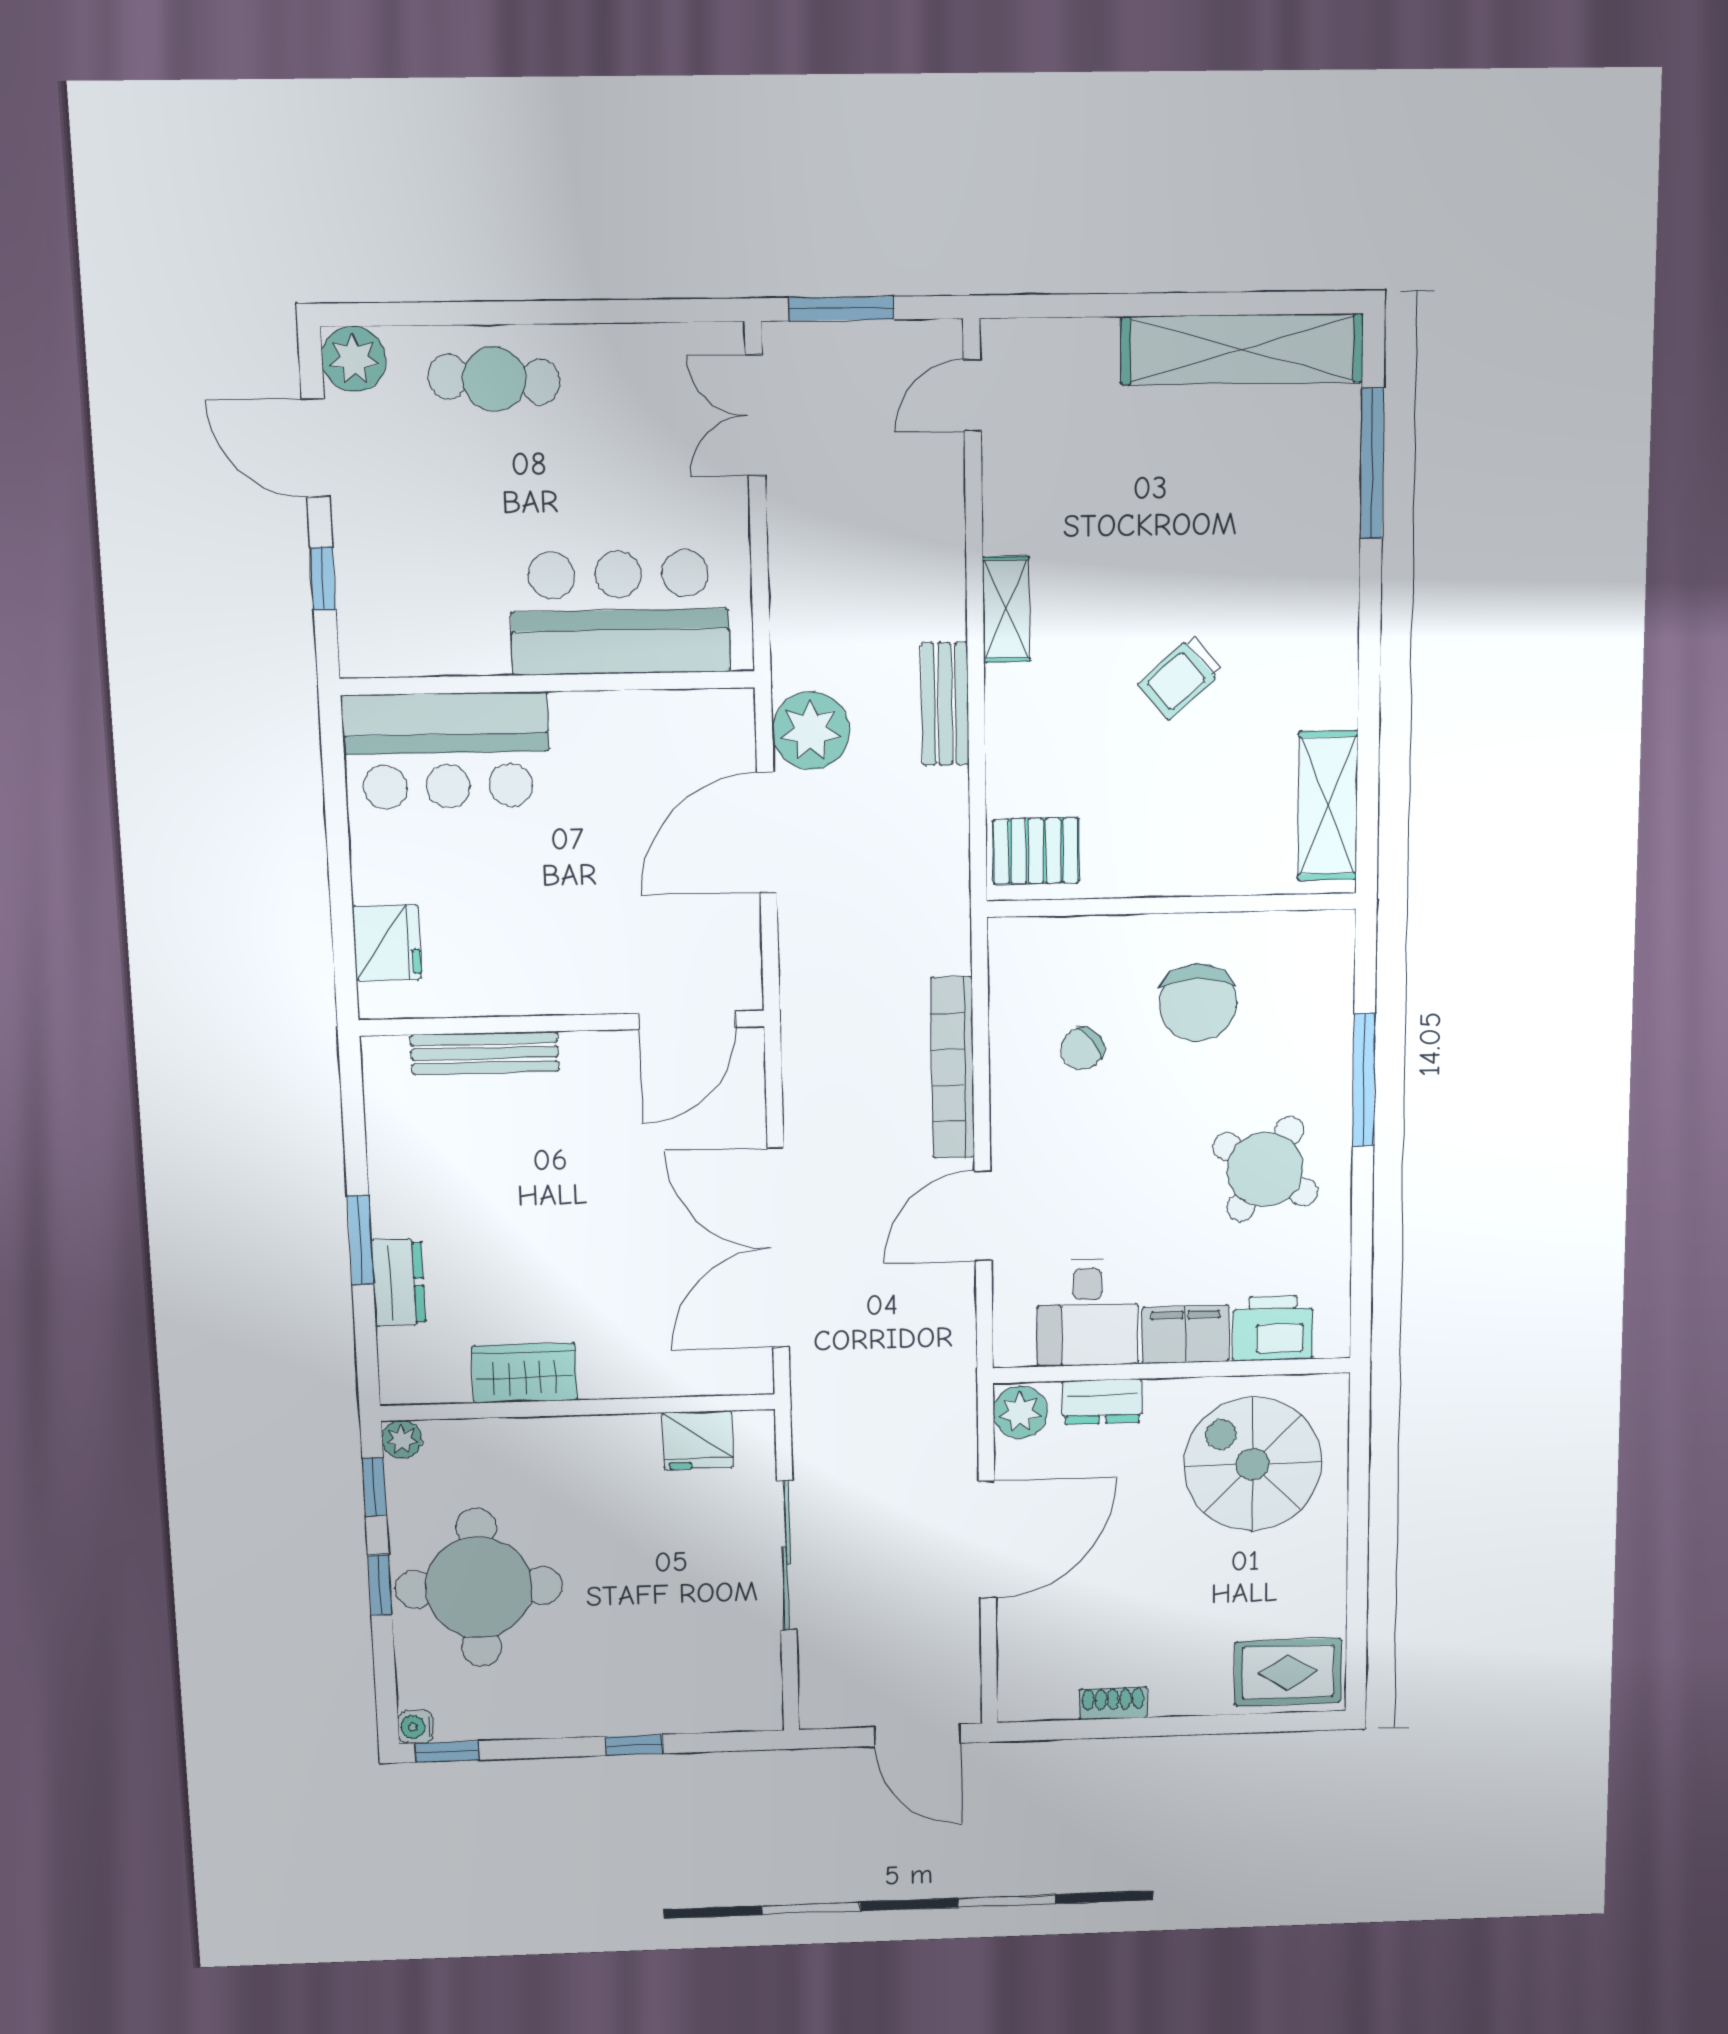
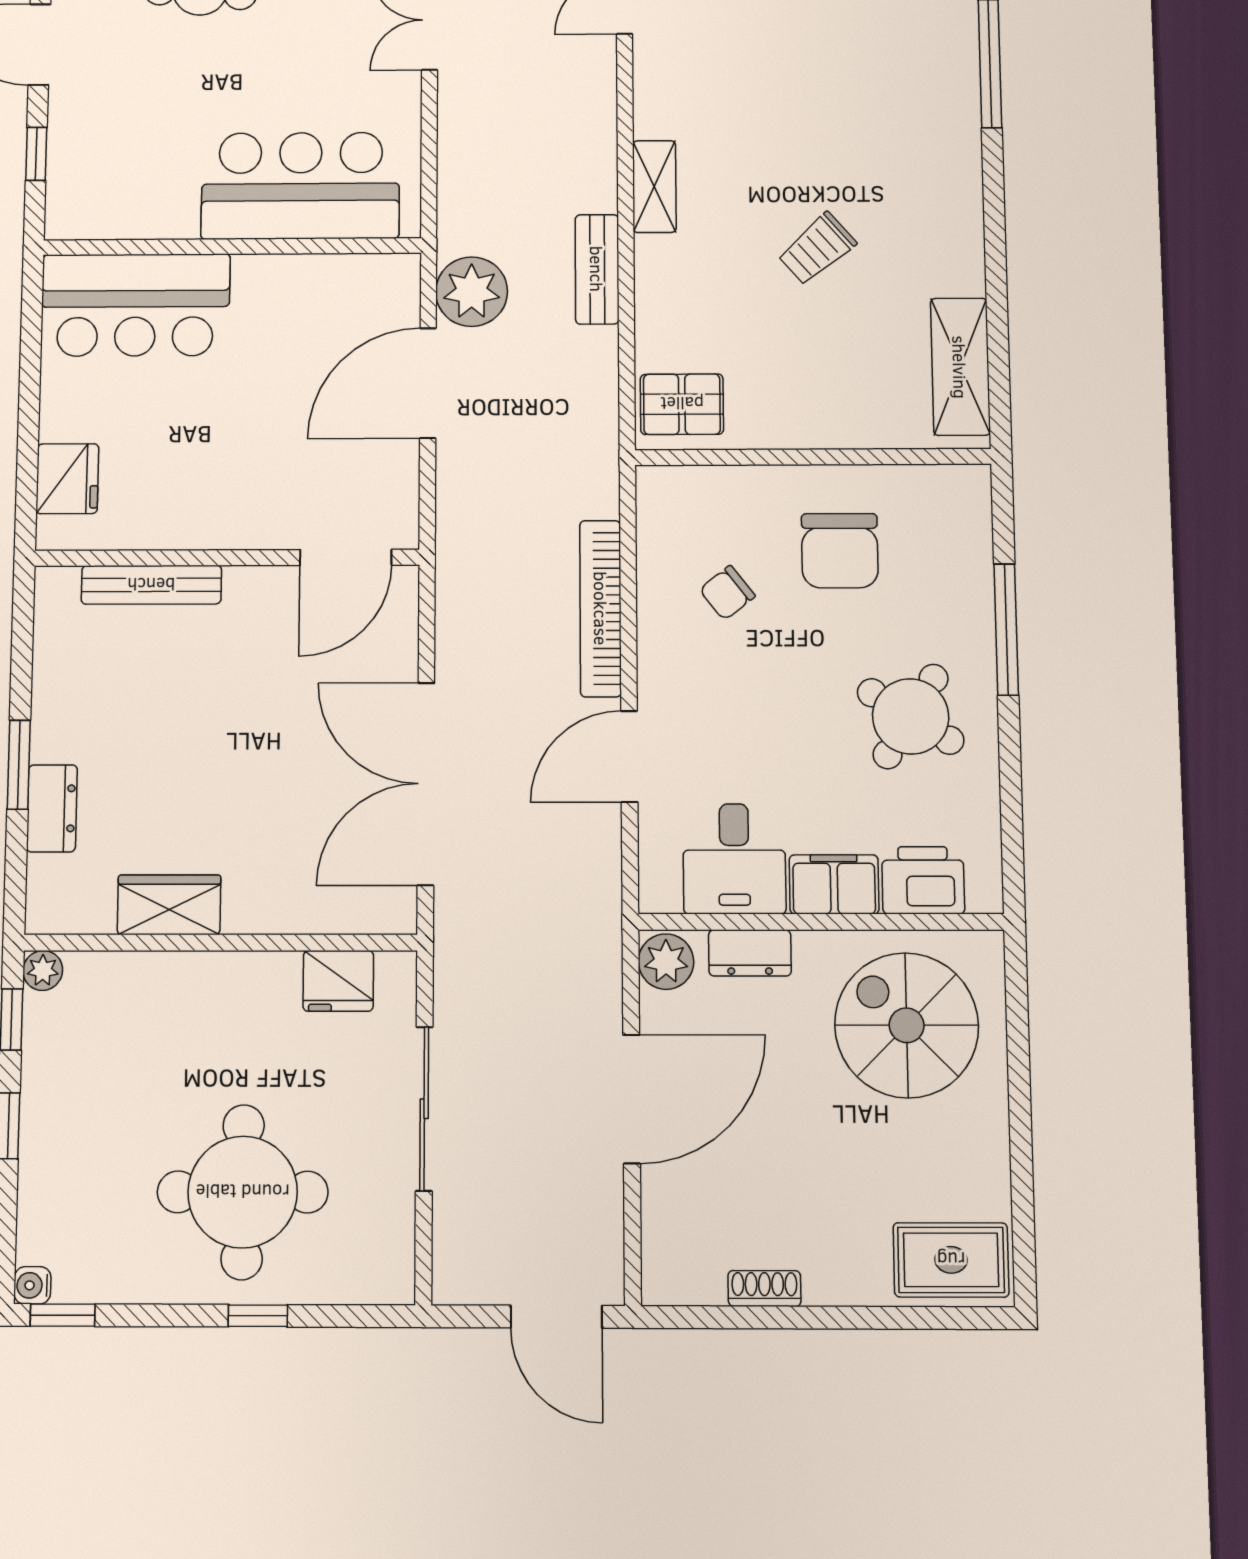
round table: (479, 1587) -> (243, 1192), moved

